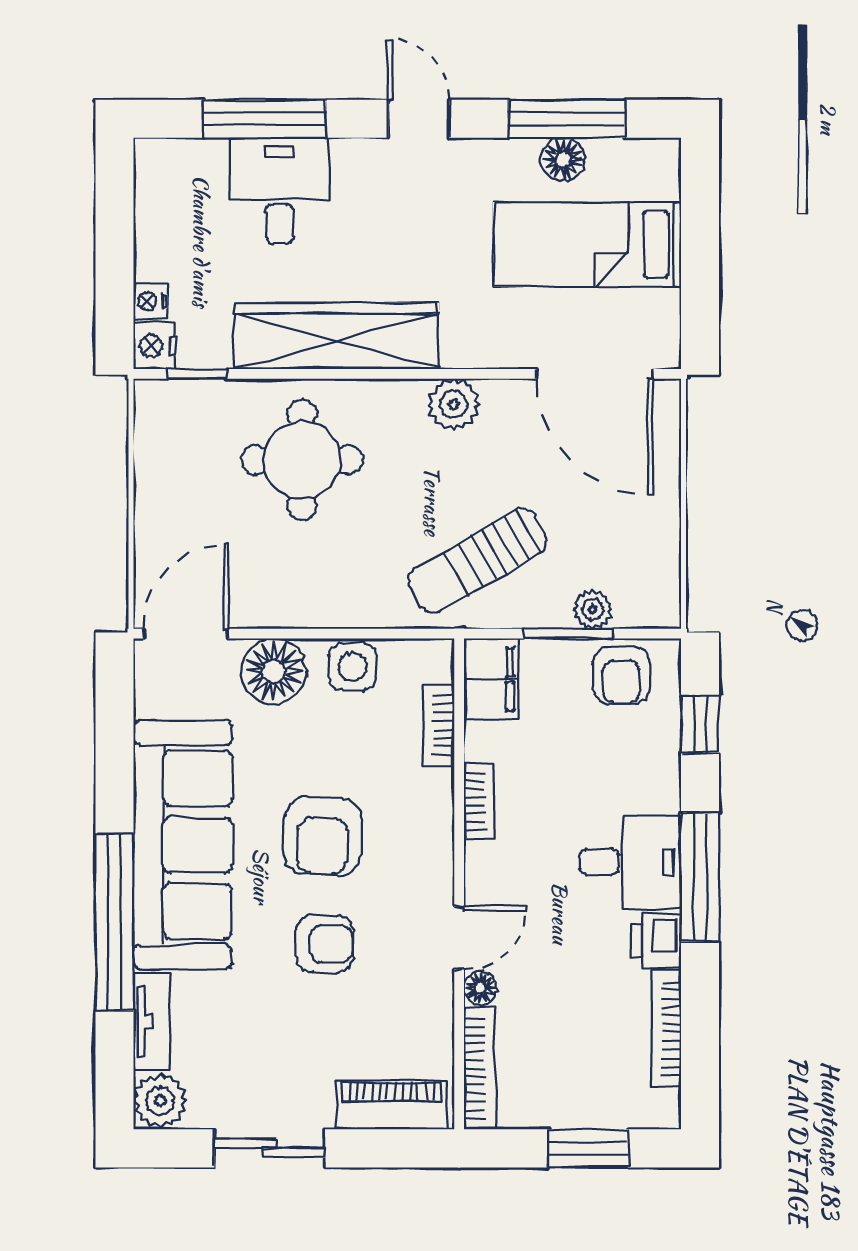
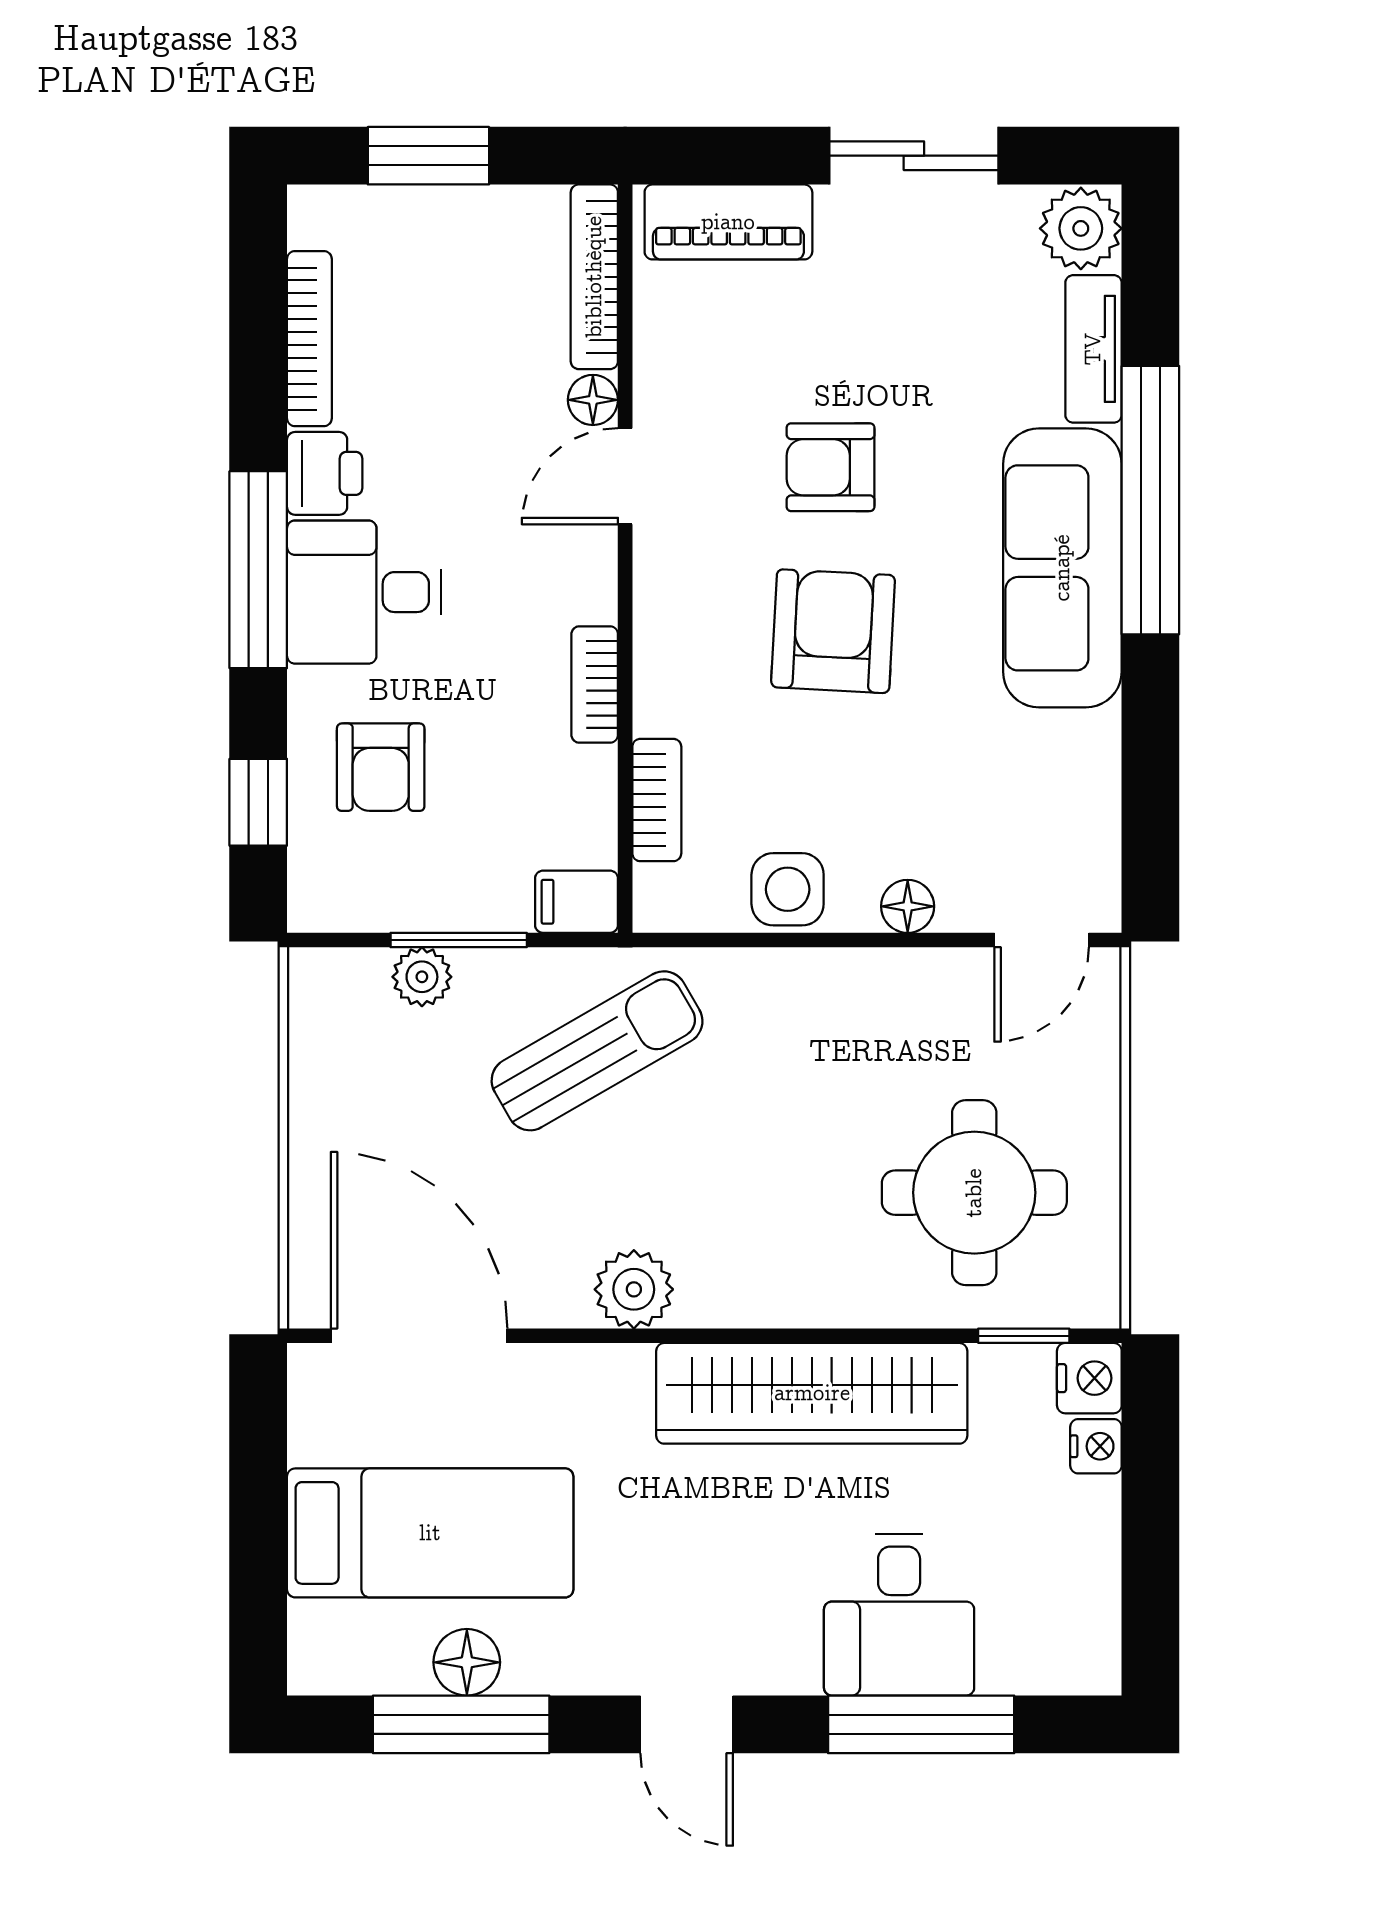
round table: (302, 460) -> (974, 1193), moved
door: (186, 634) -> (1042, 940), width x0.73
floor lamp: (274, 671) -> (908, 906), width x0.53, depth x0.53
armchair: (621, 675) -> (381, 767), moved, turned 180
filing cabinet: (491, 679) -> (577, 902), width x0.50
sofa: (183, 845) -> (1062, 568), width x0.74, depth x0.79

